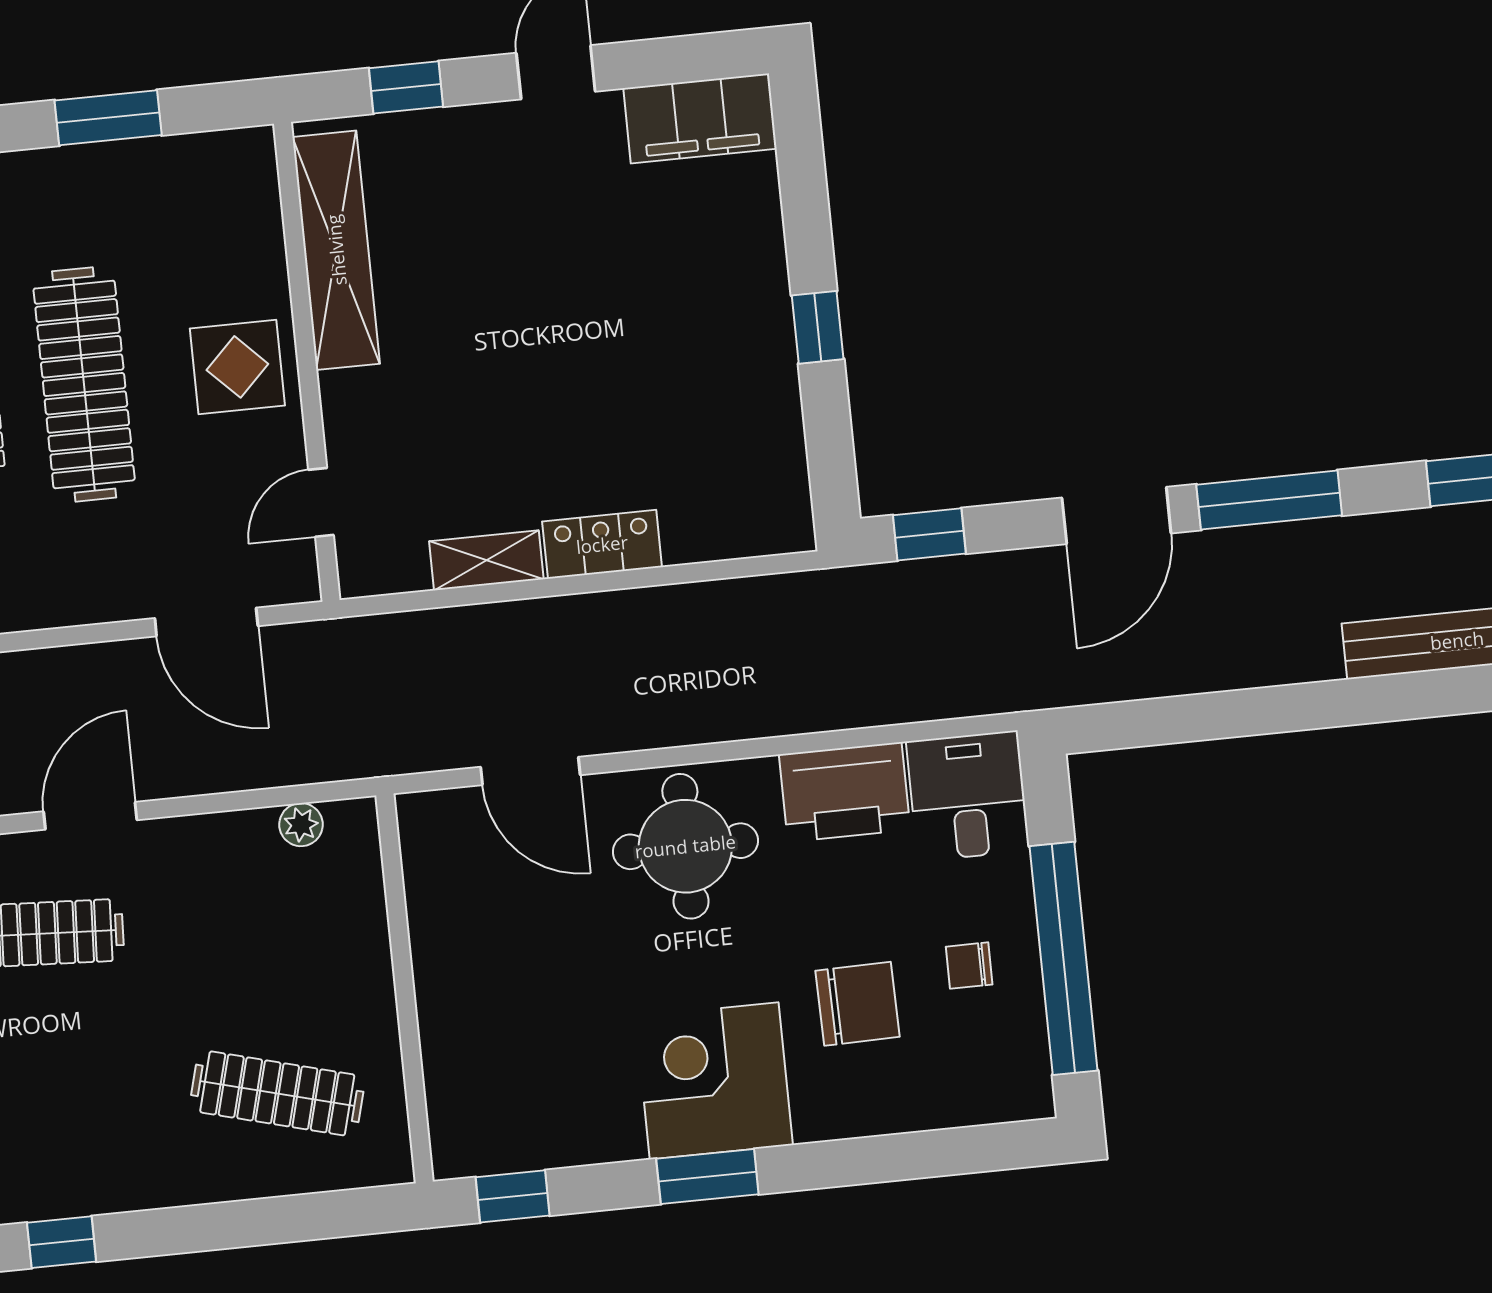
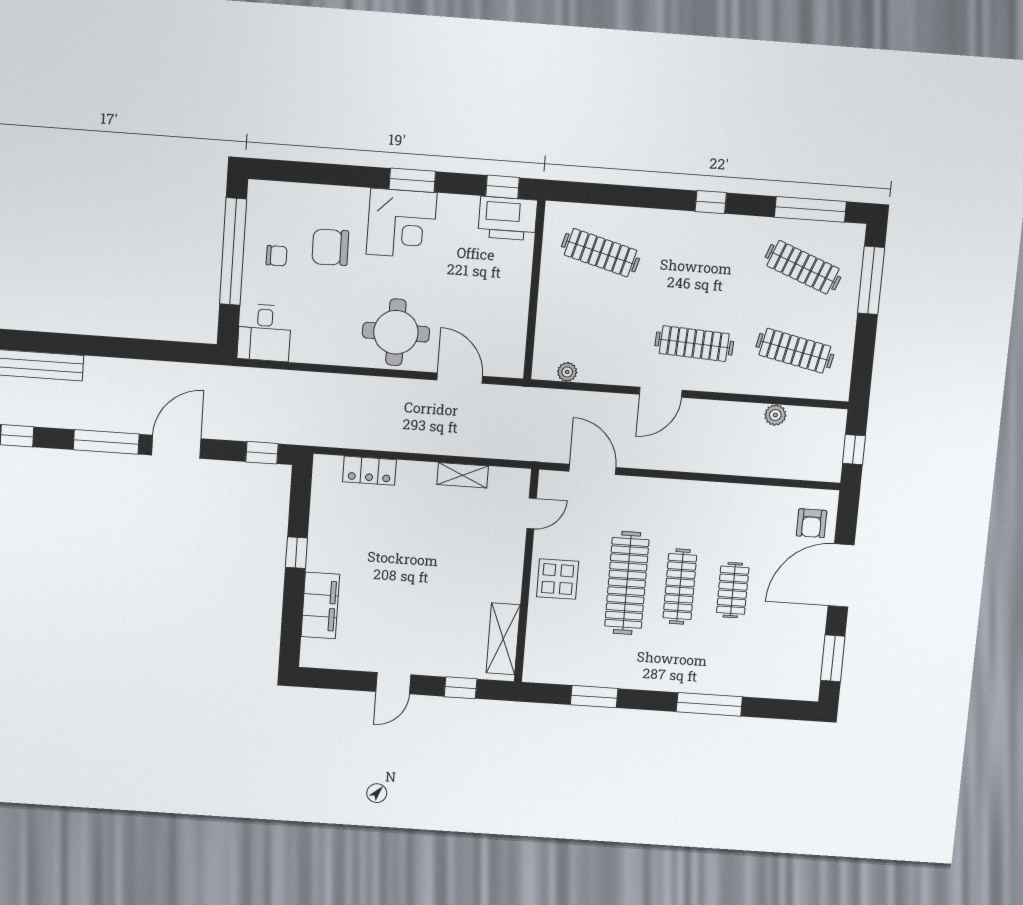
filing cabinet: (700, 118) -> (320, 605), moved, turned 90
shelving: (336, 250) -> (503, 639), width x0.68
locker: (602, 544) -> (369, 471), moved
printer: (845, 792) -> (508, 218), moved, turned 180

